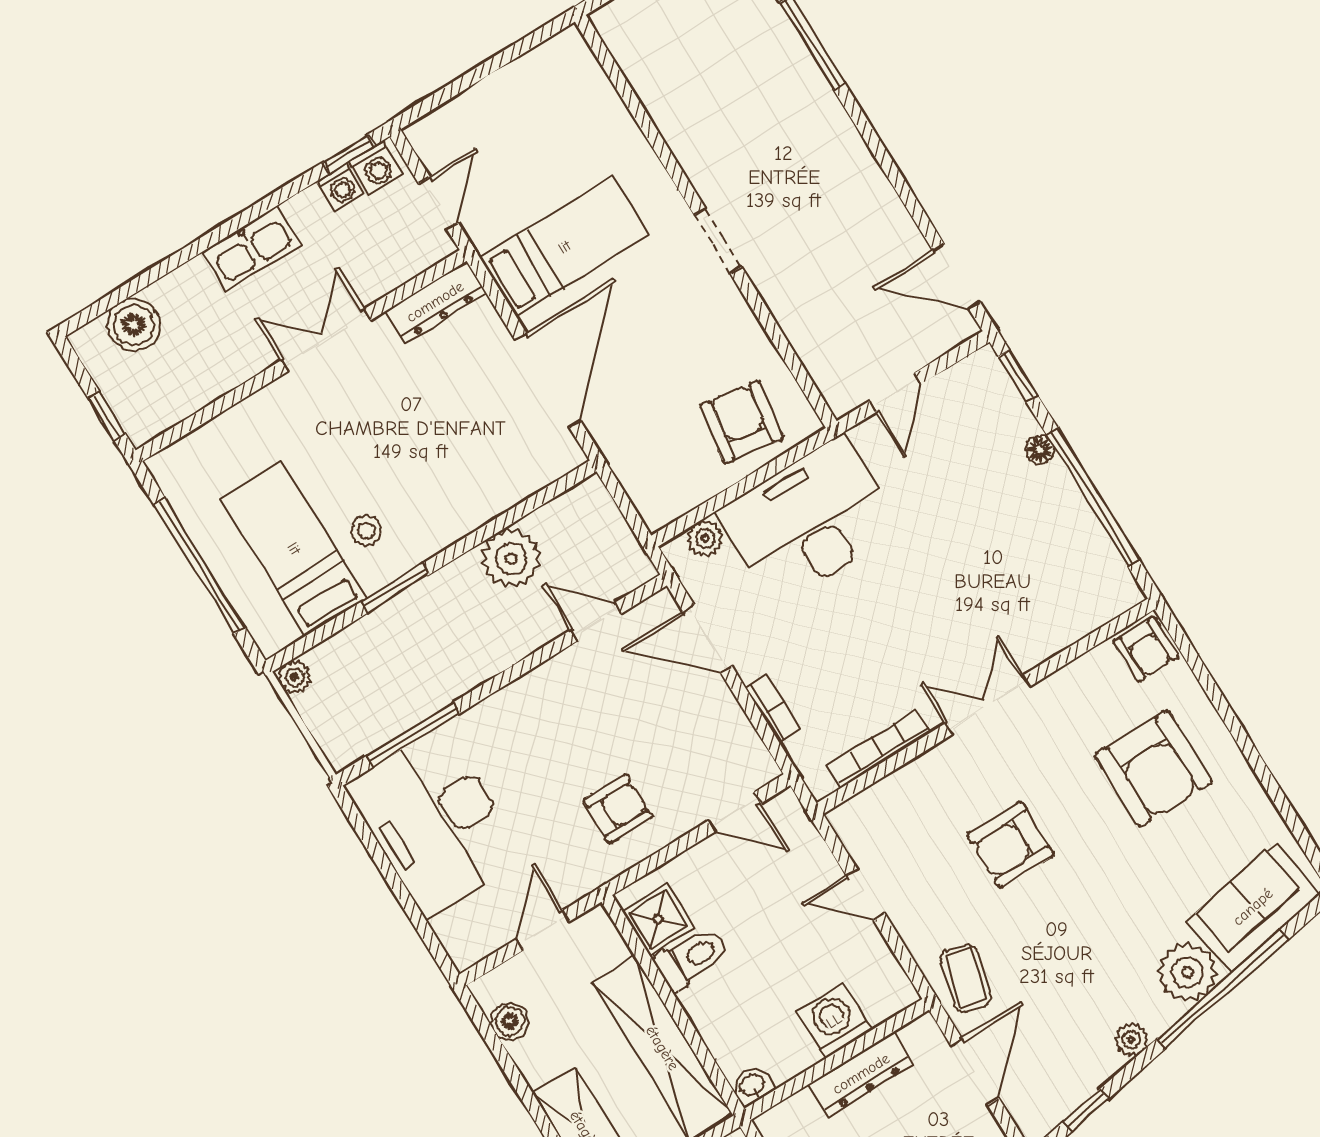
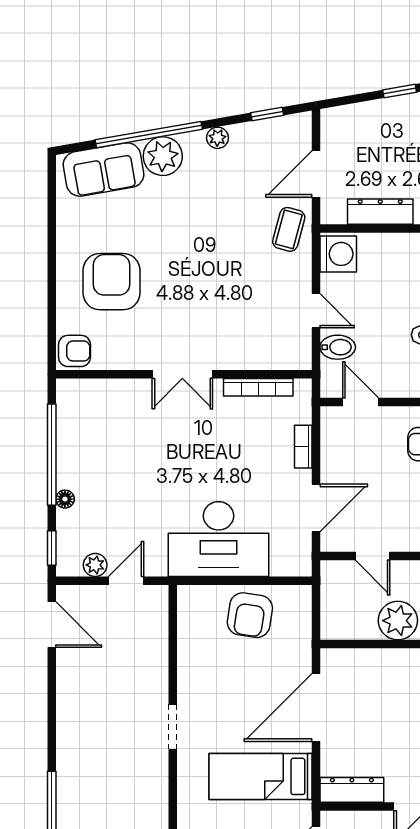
armchair: (742, 422) -> (250, 615), moved
plant: (705, 538) -> (95, 565), moved
door: (708, 639) -> (316, 508), hinge flipped
armchair: (1146, 649) -> (74, 351), turned 90
armchair: (1011, 845) -> (218, 288), removed
bidet: (808, 865) -> (338, 347), added
washing machine: (834, 1021) -> (338, 254), moved, turned -90

